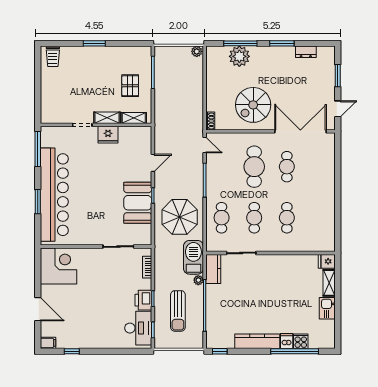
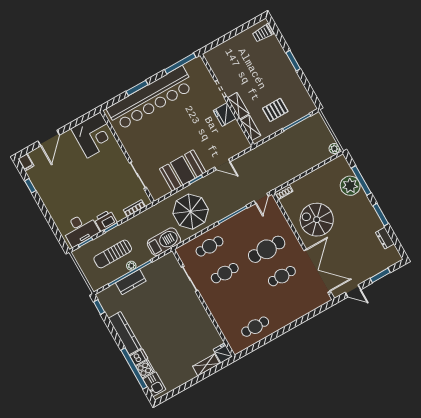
cafe table: (287, 218) -> (255, 327), moved
kitchen counter: (213, 269) -> (131, 282), moved
plant: (198, 280) -> (131, 266), moved
kitchen sink: (327, 308) -> (154, 384), moved, turned 90

